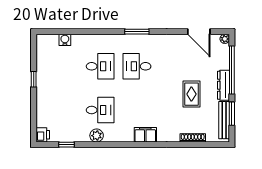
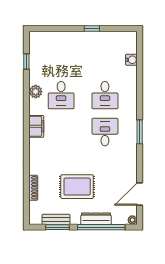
dresser: (224, 85) -> (96, 219), moved
rug: (191, 94) -> (77, 187), width x1.36, depth x1.43
bench: (224, 120) -> (56, 219), width x0.73
printer: (43, 135) -> (36, 38), removed
filing cabinet: (145, 135) -> (36, 126), moved

